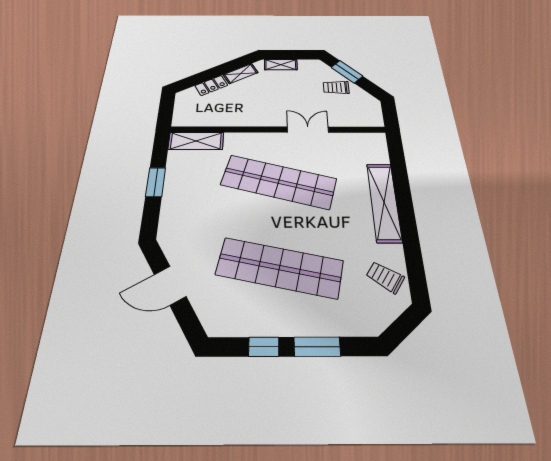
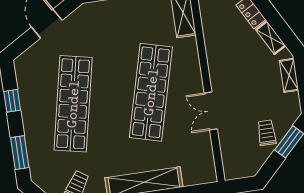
double door: (308, 130) -> (211, 111), swing flipped
window: (317, 347) -> (20, 153), moved

